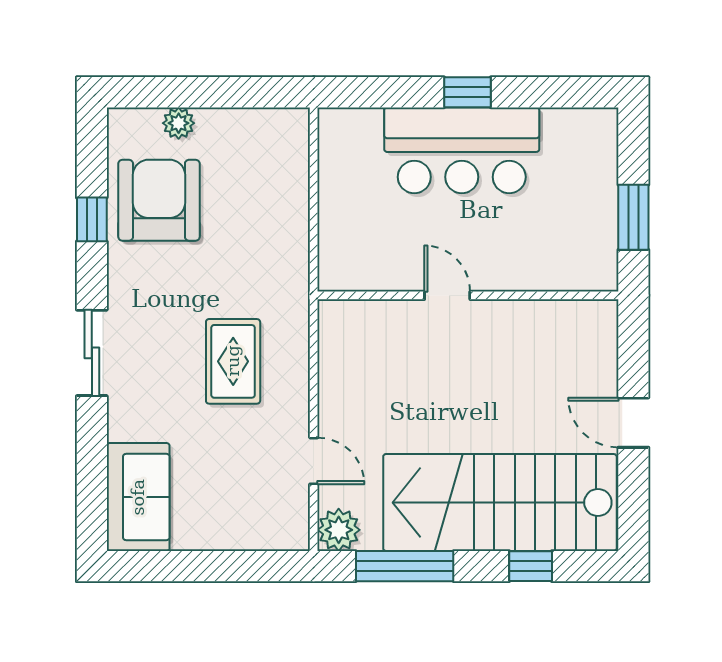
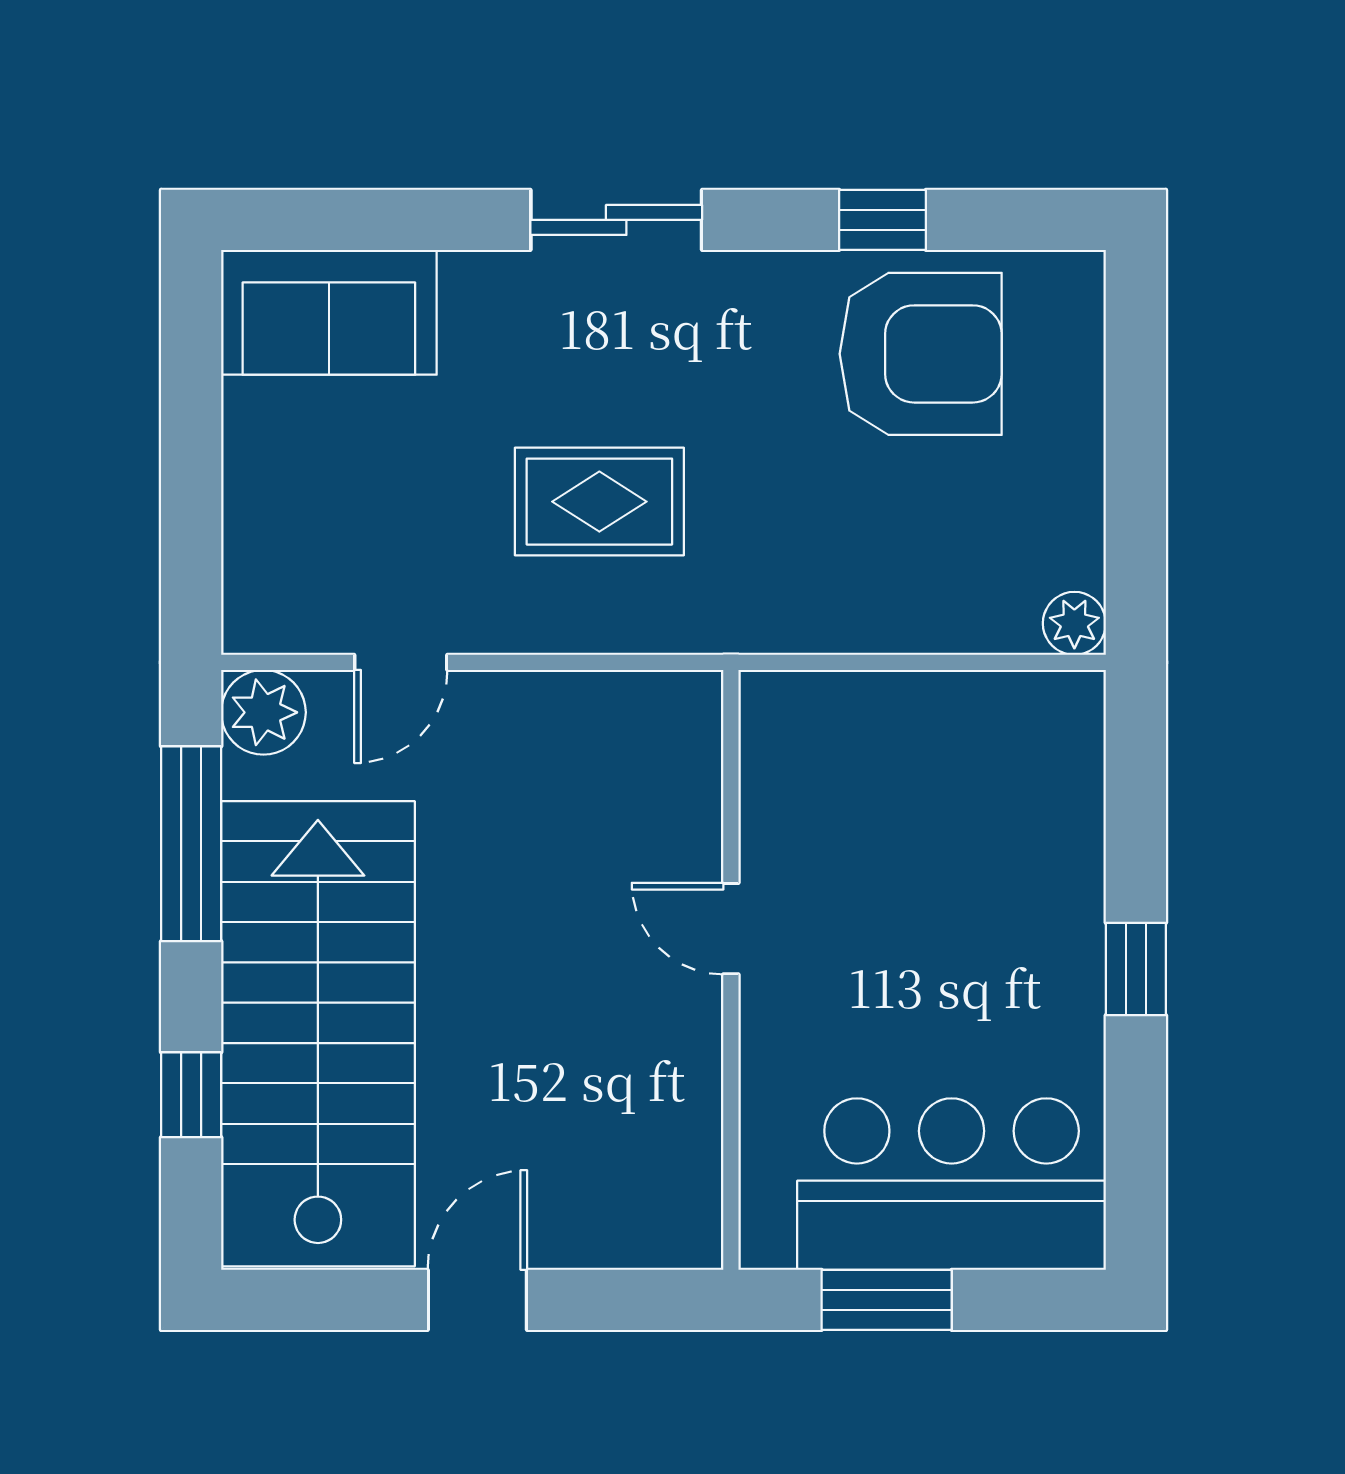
plant: (179, 123) -> (1074, 623), moved
bar counter: (462, 150) -> (952, 1184), moved, turned 90
door: (447, 295) -> (731, 929), swing flipped

